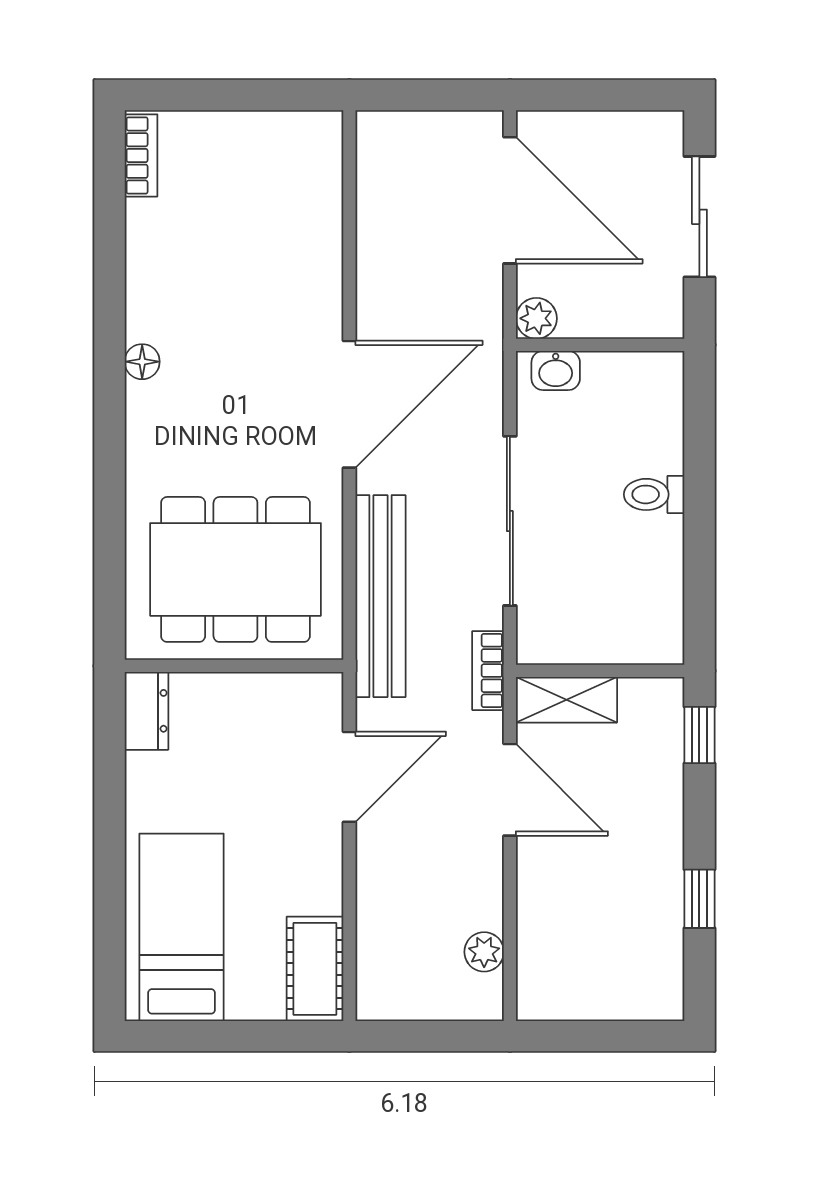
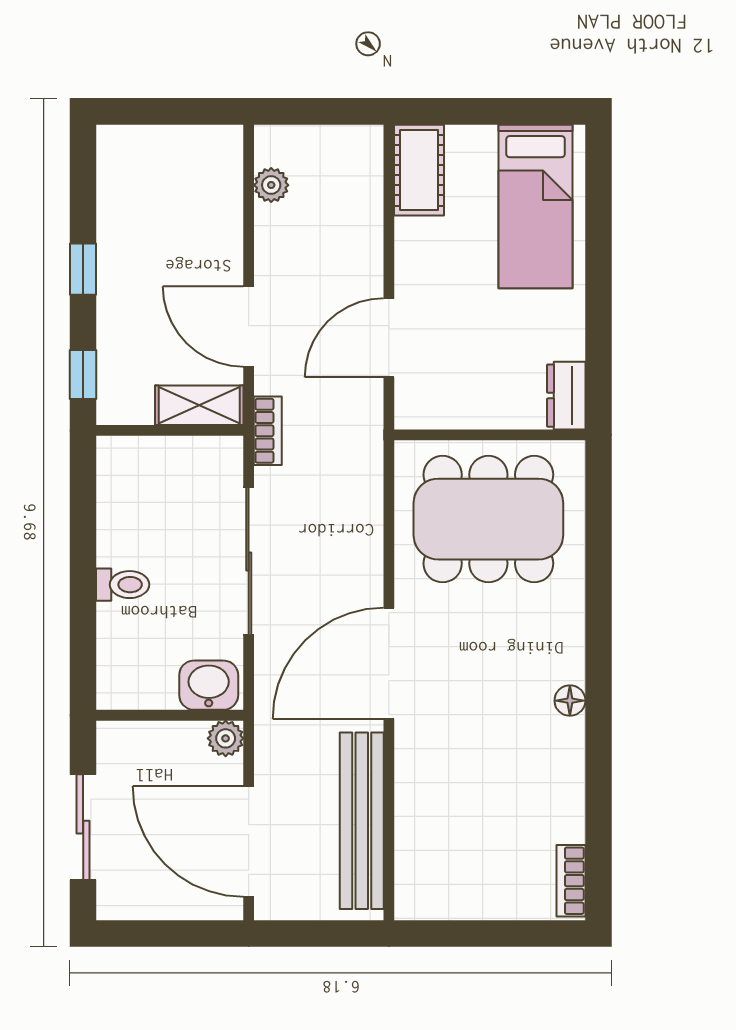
washbasin: (556, 370) -> (209, 685), width x1.38, depth x1.45
bench: (380, 596) -> (362, 821), moved
window: (699, 899) -> (83, 269), moved

